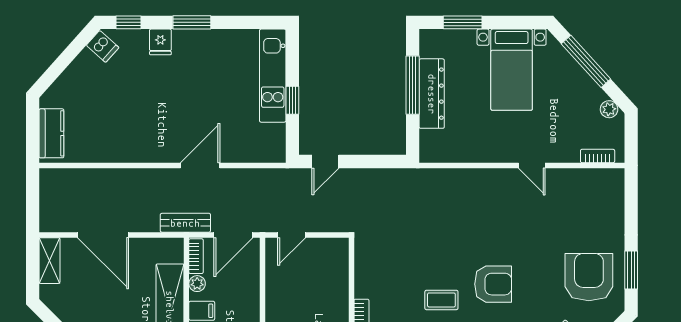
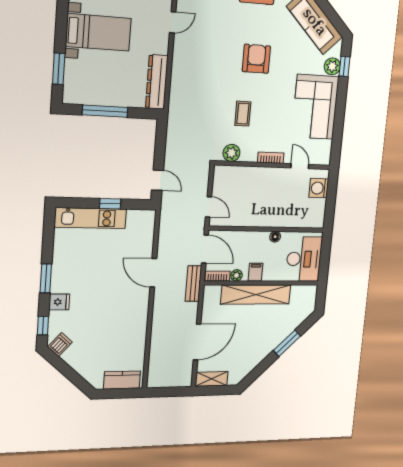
dresser: (432, 94) -> (157, 82), moved, turned -90
plant: (366, 261) -> (231, 153), added
coffee table: (441, 300) -> (243, 114), moved

